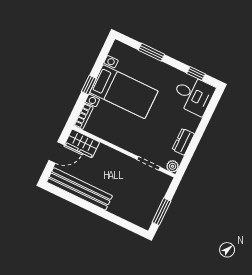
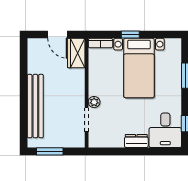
dresser: (183, 142) -> (136, 141), moved
plant: (172, 166) -> (94, 102), moved
bench: (80, 189) -> (35, 106), moved

